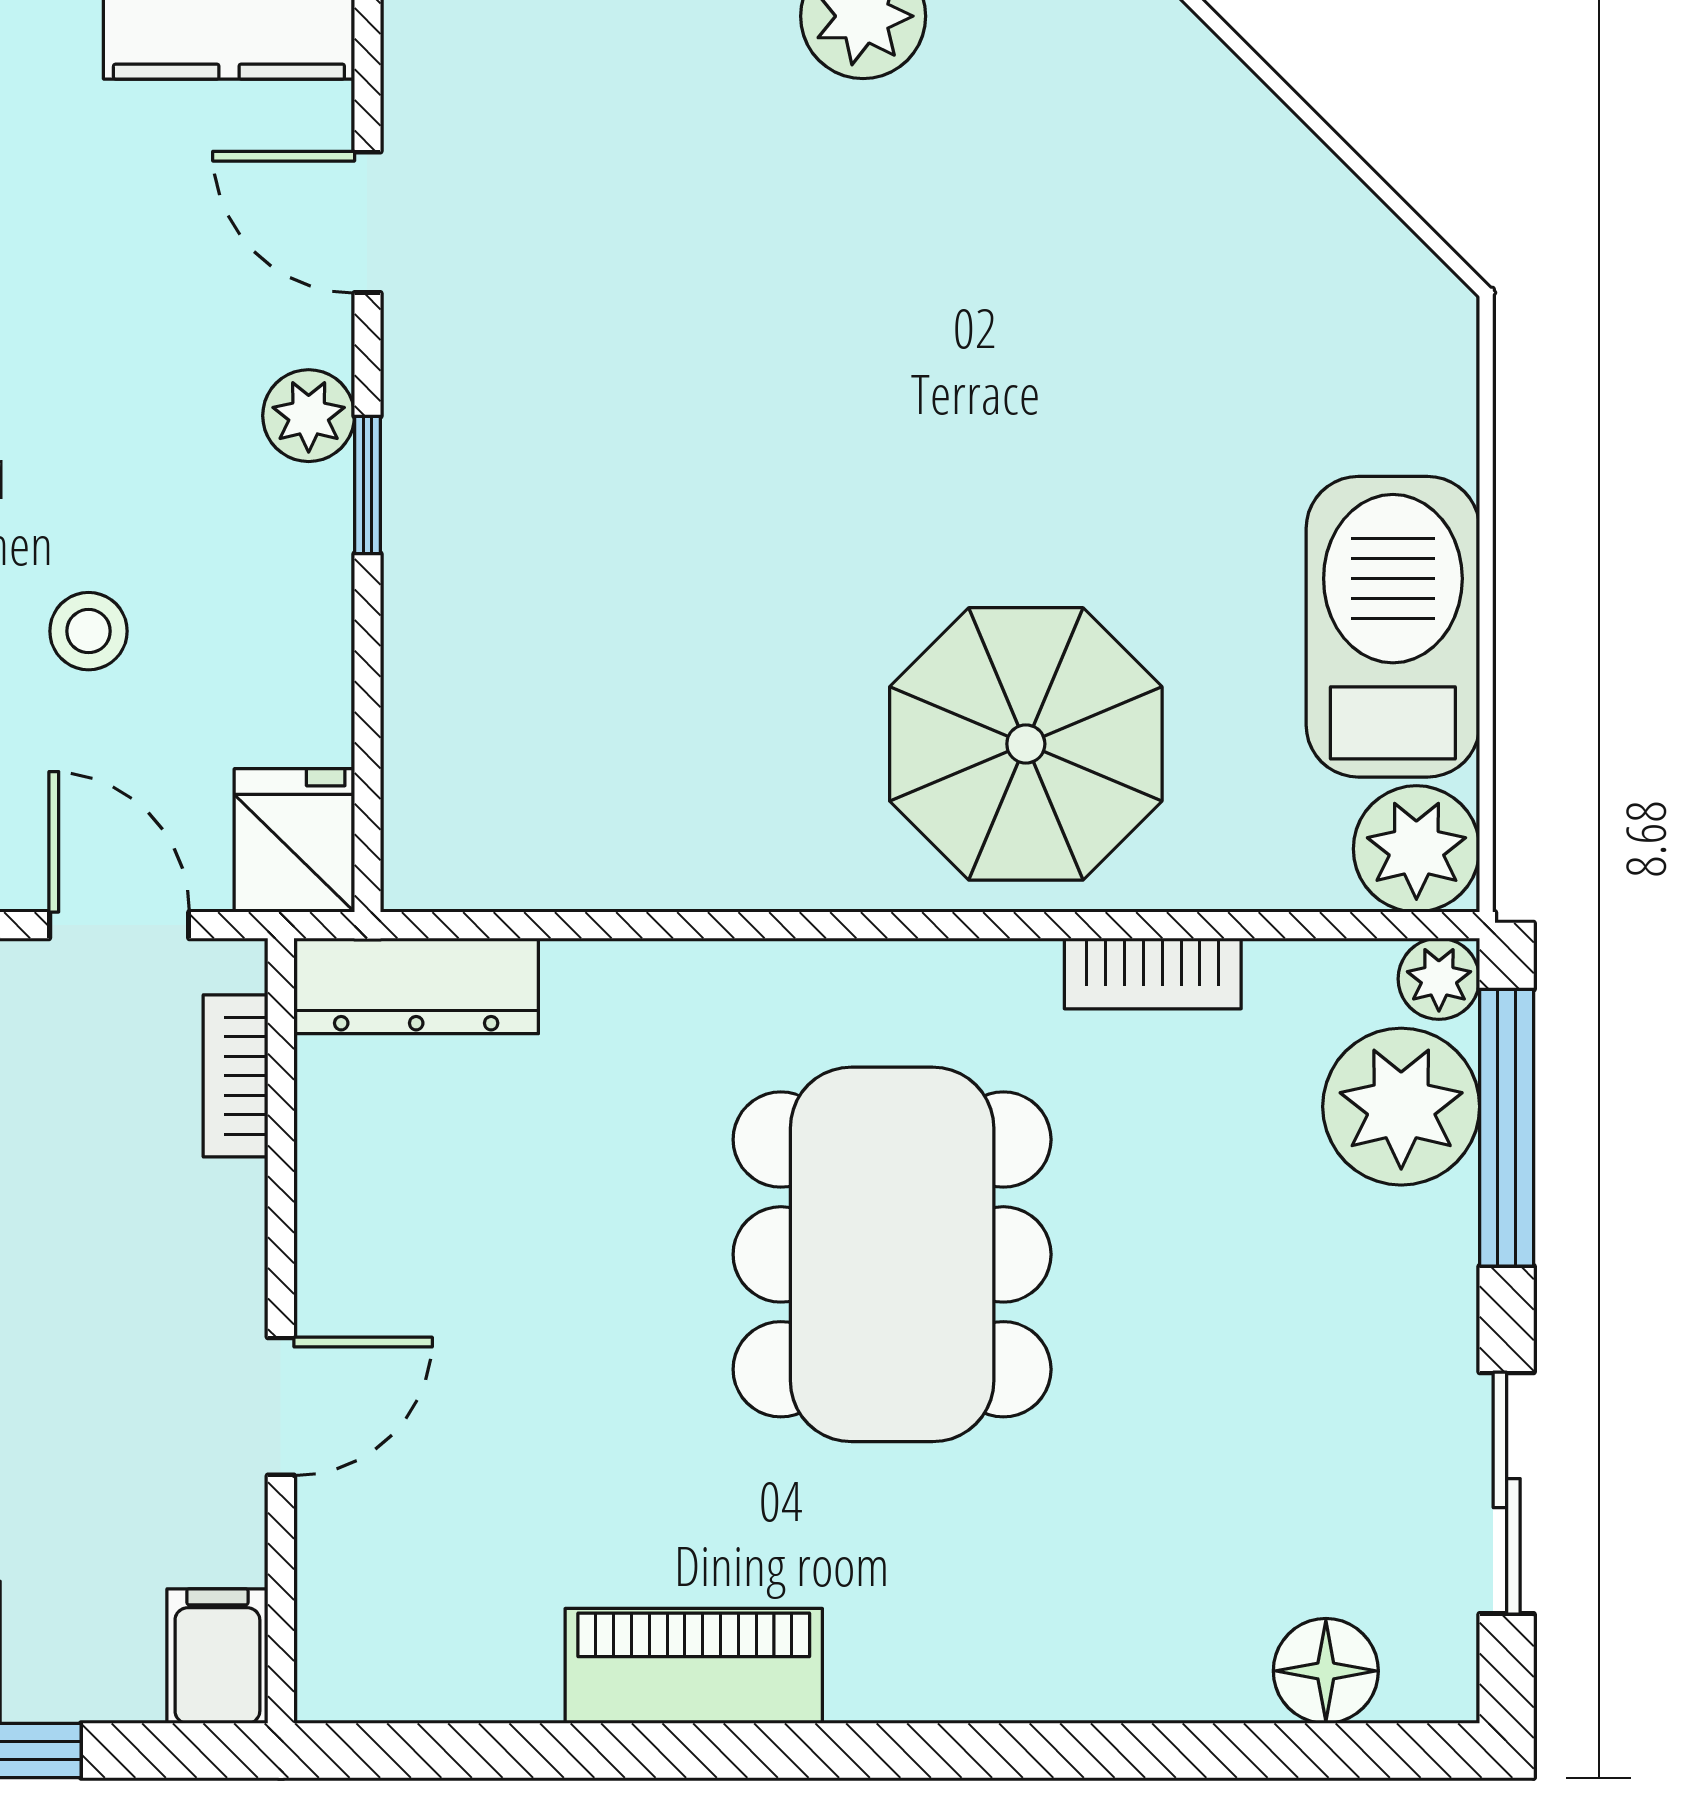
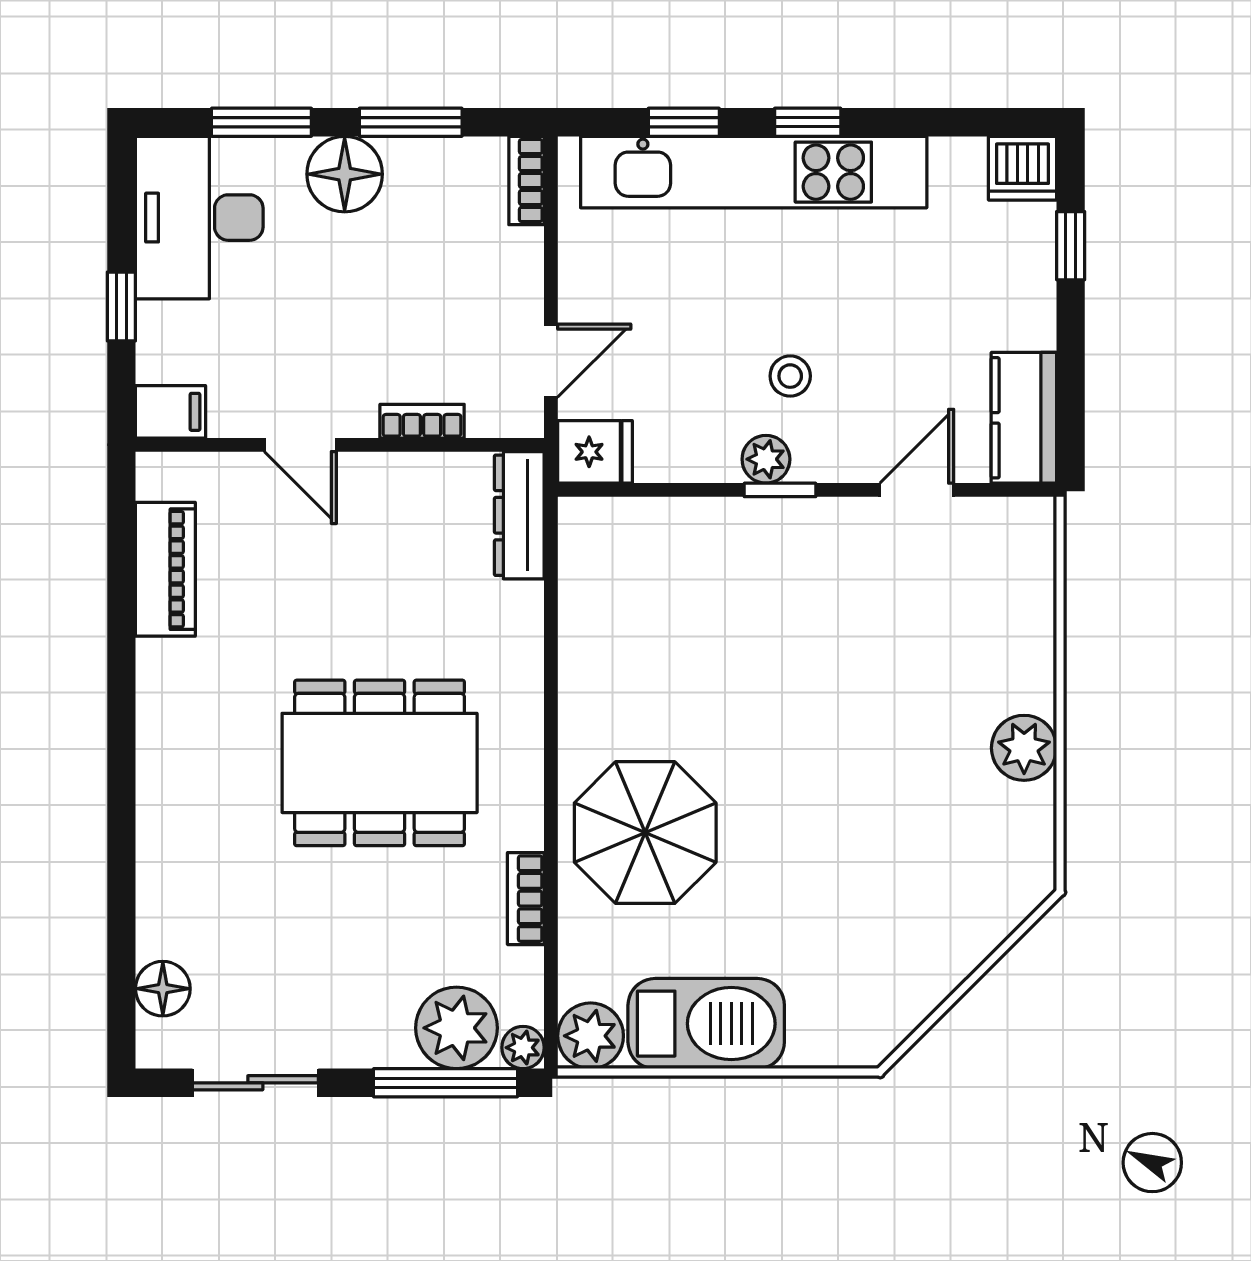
plant: (309, 416) -> (766, 459), moved
stool: (89, 631) -> (790, 376), moved
bookcase: (236, 1076) -> (422, 421), moved
piano: (694, 1666) -> (165, 569), moved

